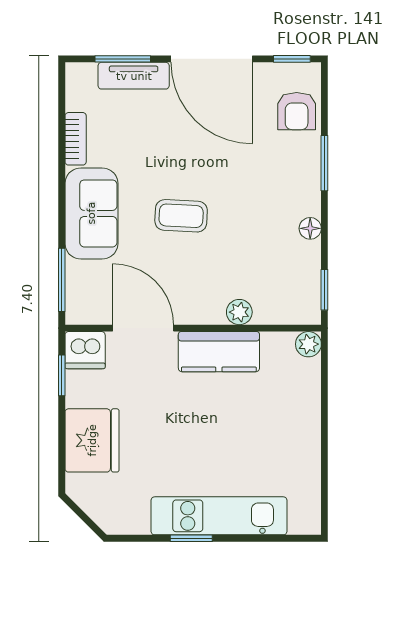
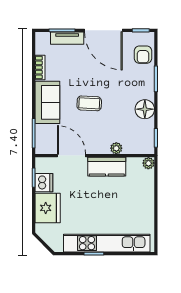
floor lamp: (310, 228) -> (145, 109), width x1.89, depth x1.89
dishwasher: (85, 350) -> (44, 183), moved, turned -90
kitchen unit: (219, 516) -> (107, 243), width x1.36

